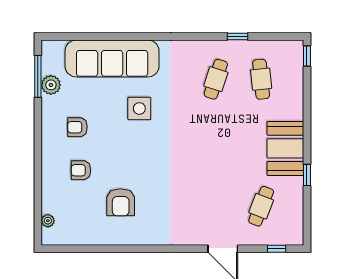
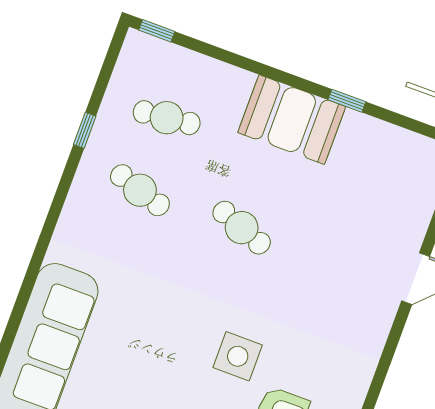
side table: (139, 108) -> (238, 356), moved
cafe table: (261, 206) -> (242, 228), moved

